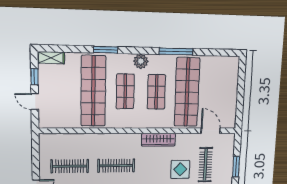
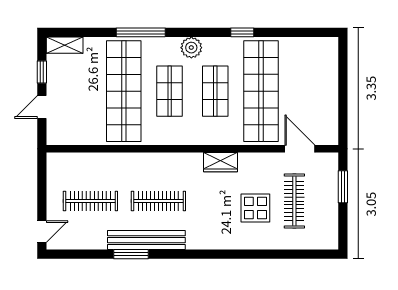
window: (106, 50) -> (141, 32), width x1.44
window: (176, 51) -> (242, 32), width x0.46
door: (35, 102) -> (42, 107), hinge flipped
wardrobe: (158, 140) -> (220, 162), width x0.67
window: (236, 167) -> (343, 187), moved

